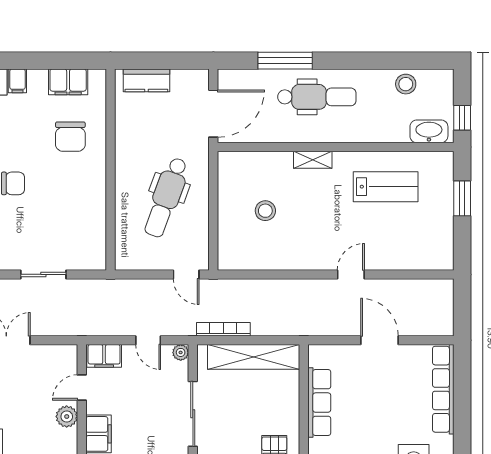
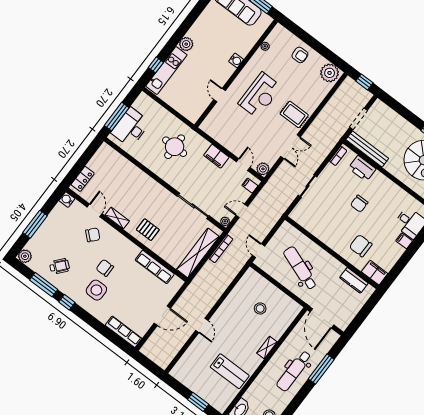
kitchen counter: (146, 80) -> (354, 280), moved, turned -90
filing cabinet: (68, 82) -> (375, 273), moved, turned 90
lab bench: (386, 187) -> (230, 371), turned -90
door: (186, 274) -> (258, 251), hinge flipped
filing cabinet: (104, 356) -> (250, 186), width x0.50
row of seats: (443, 389) -> (124, 332), width x0.73
plant: (67, 417) -> (263, 169), moved

